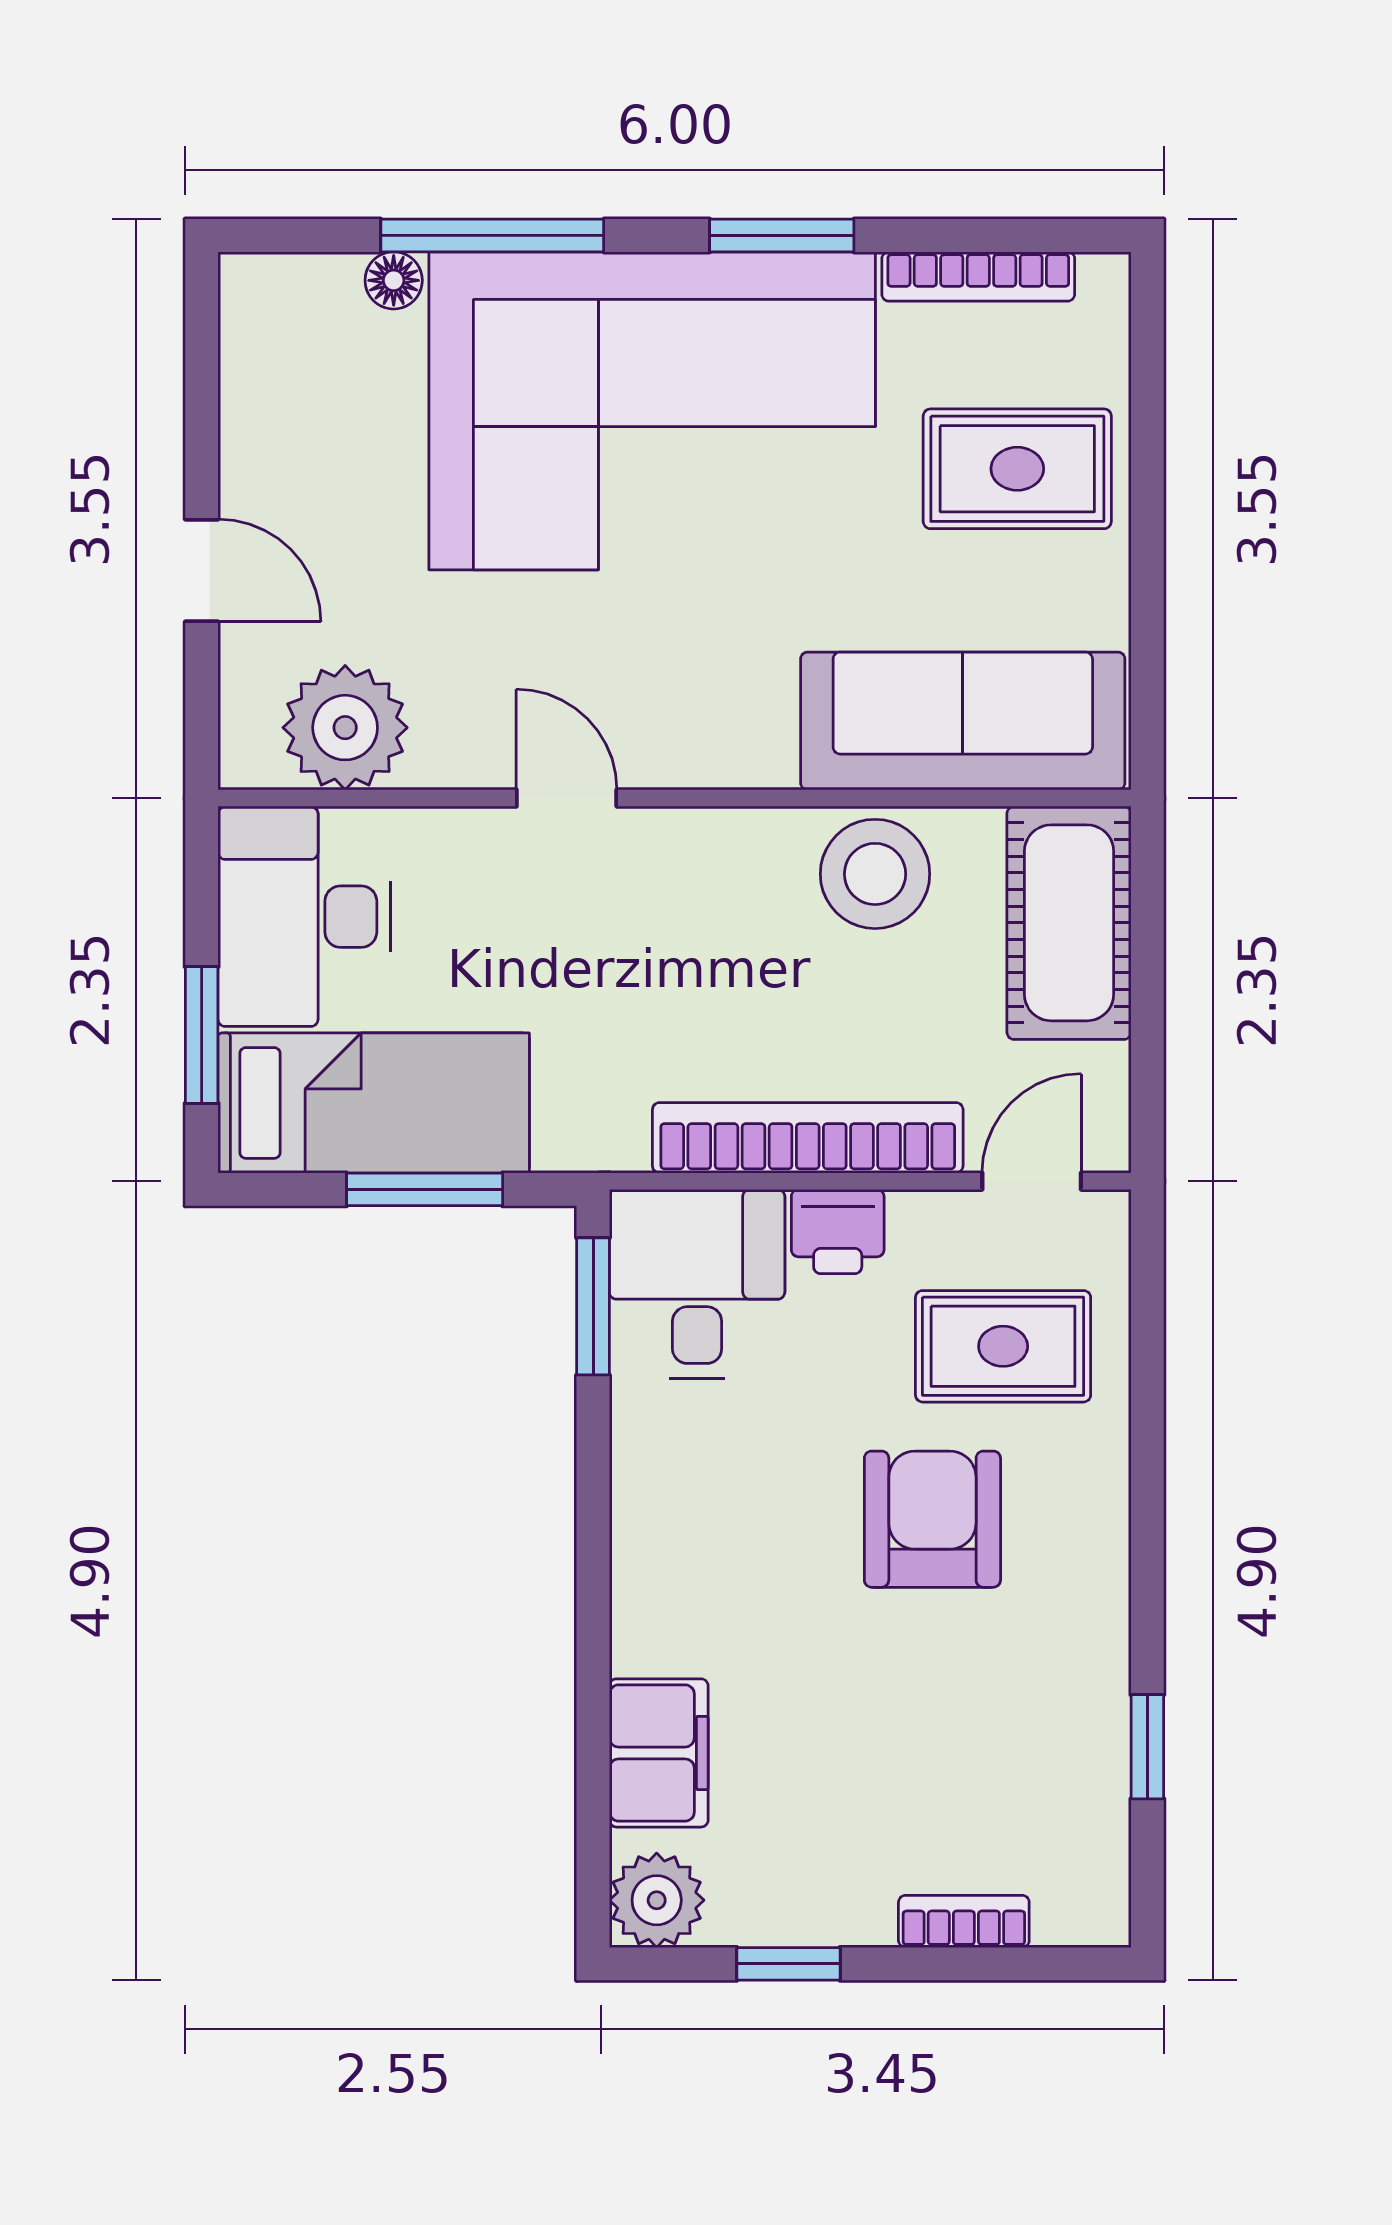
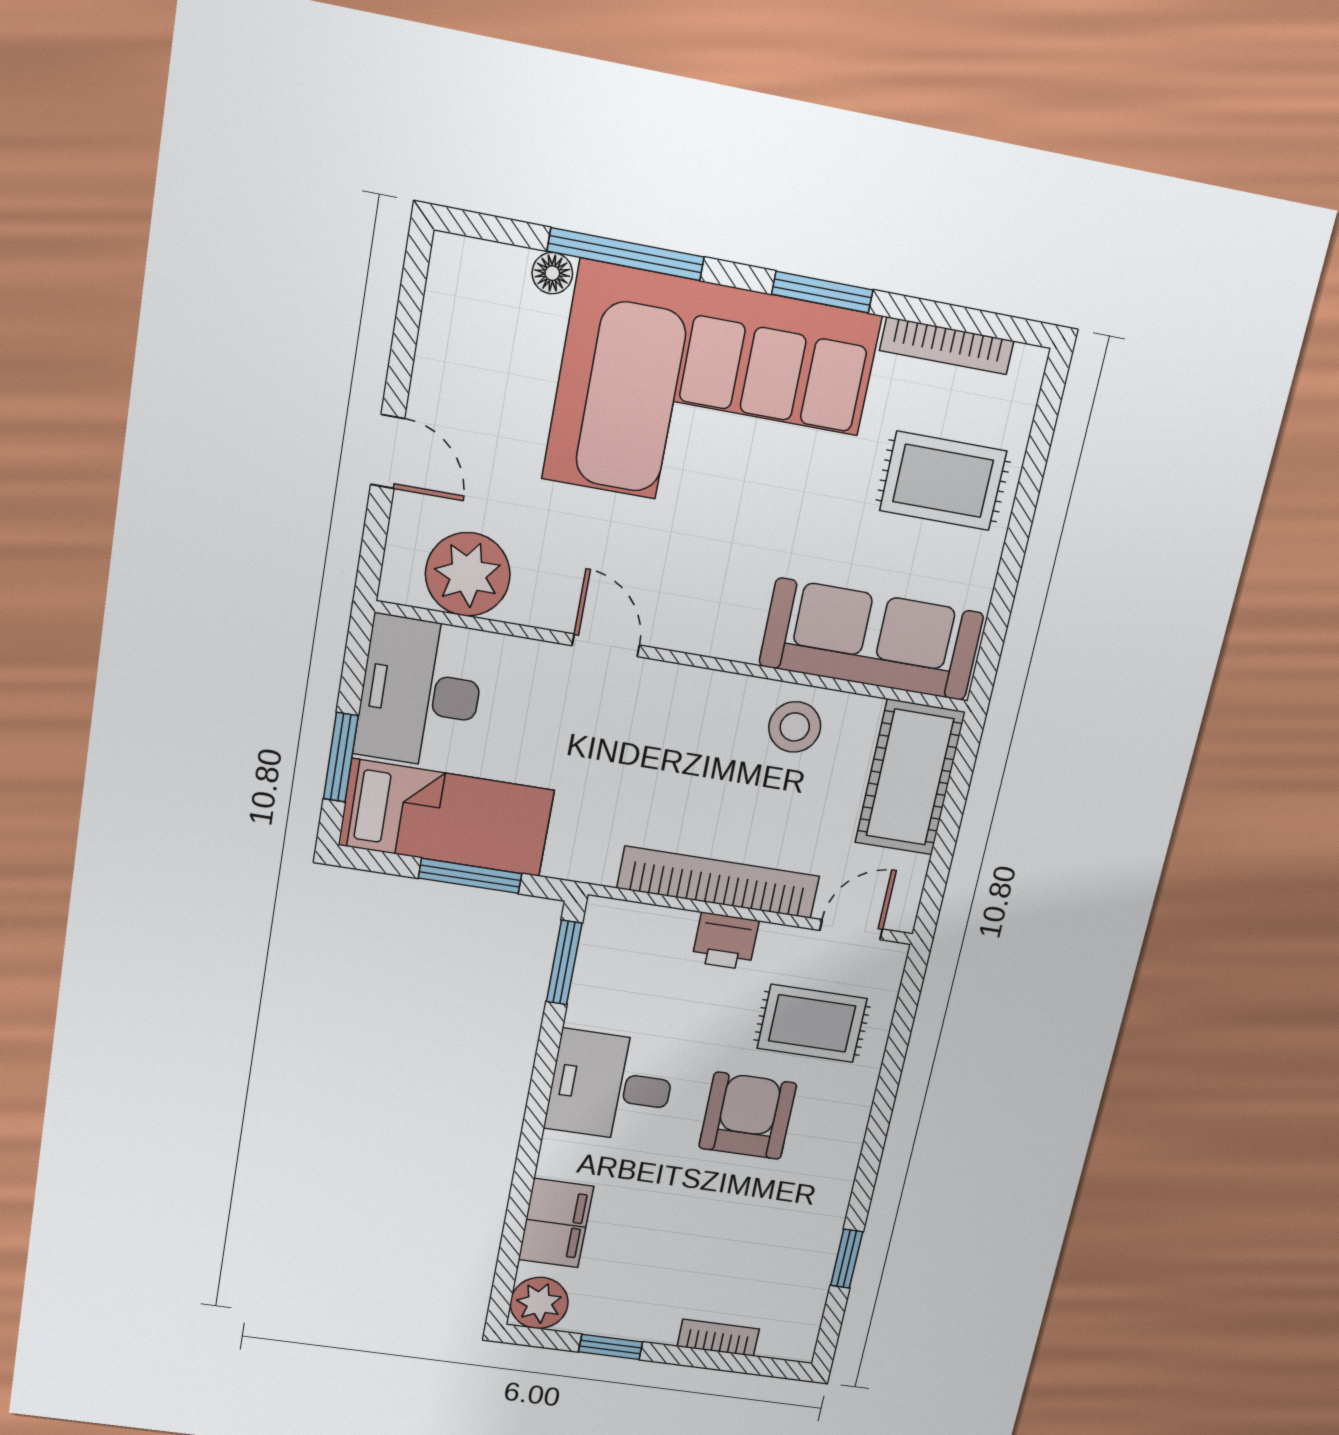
stool: (875, 874) -> (795, 727), width x0.73, depth x0.73
desk: (697, 1284) -> (611, 1086), moved, turned -90

